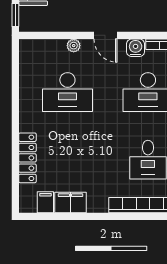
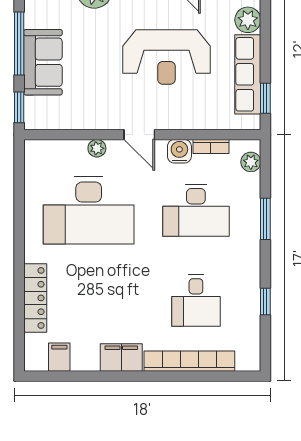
desk: (67, 92) -> (89, 210), width x1.36, depth x1.30
filing cabinet: (70, 202) -> (121, 357), moved

